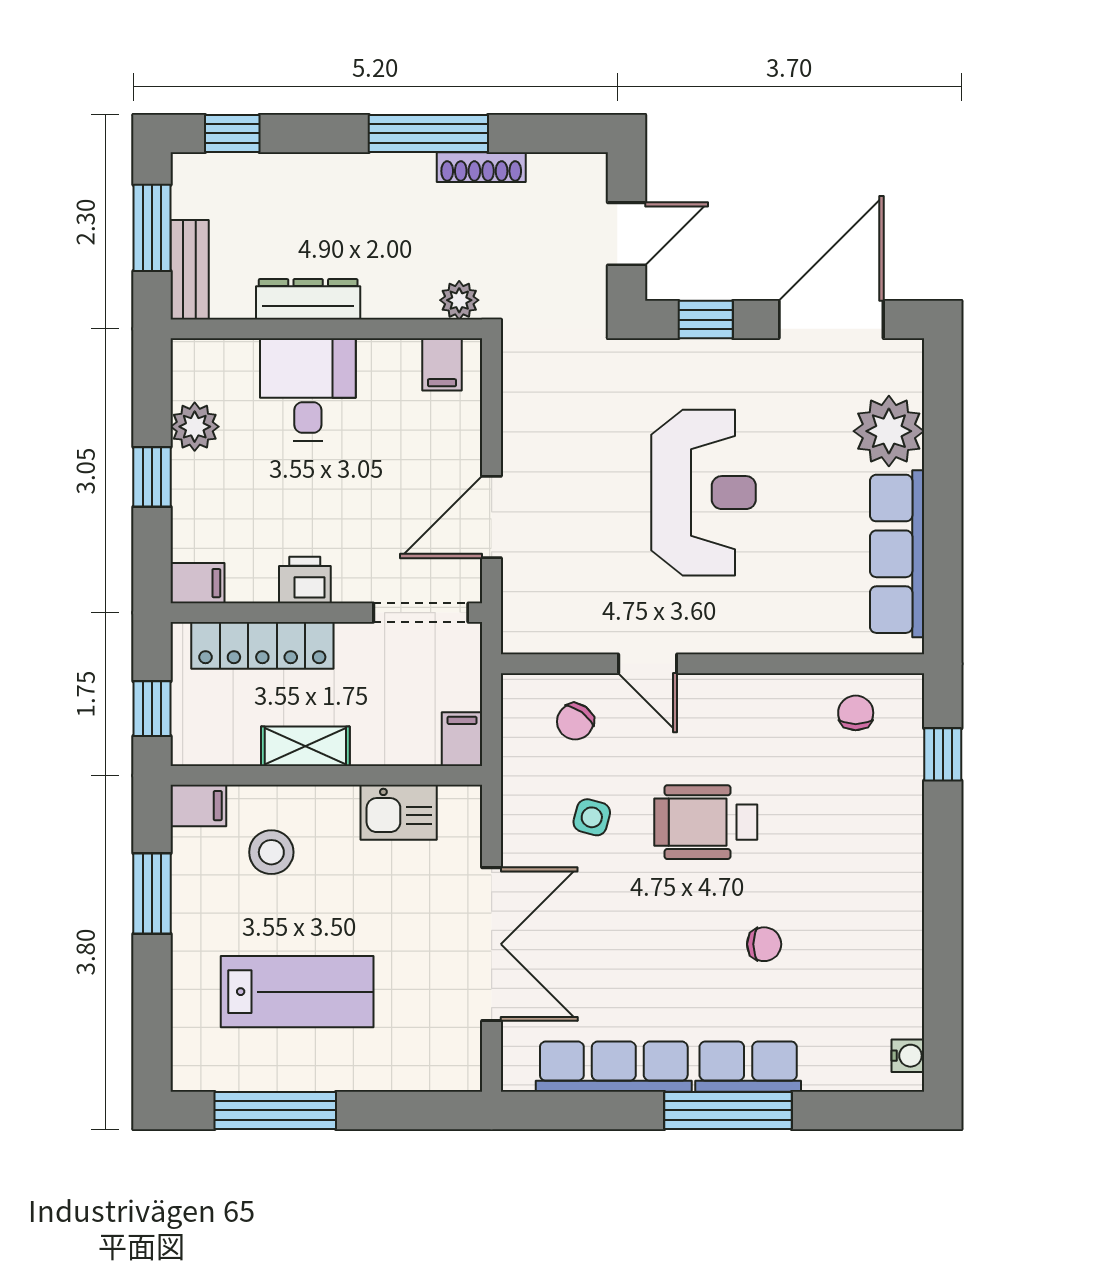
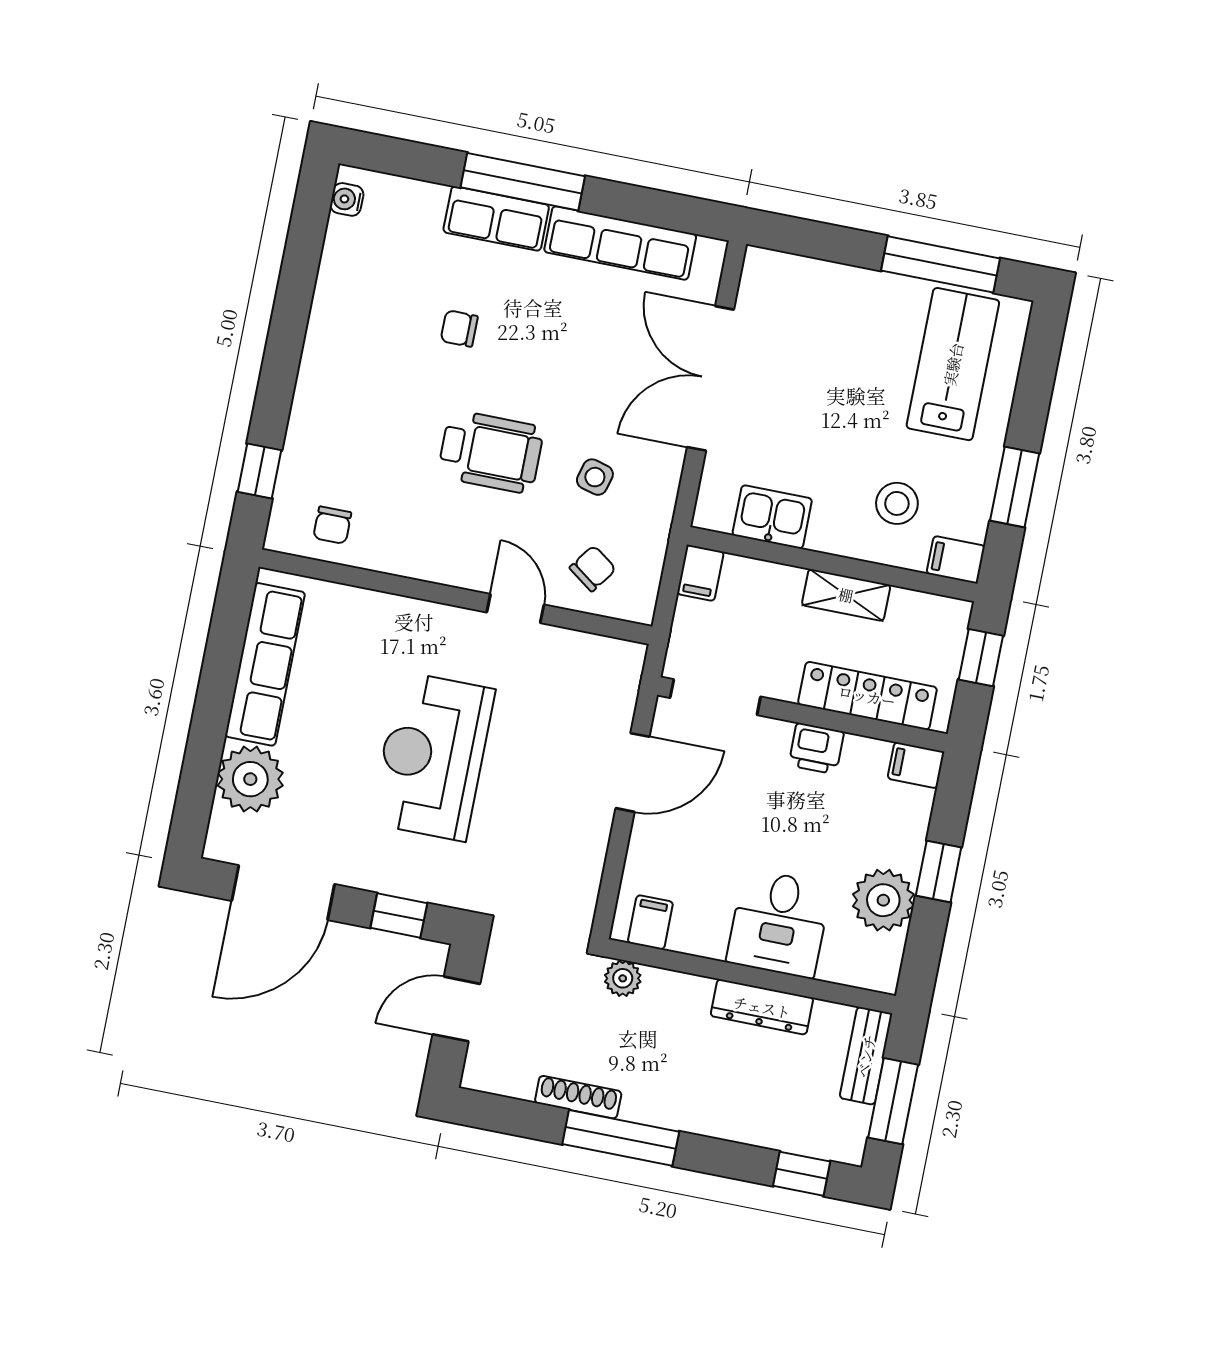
plant: (195, 427) -> (883, 900), width x1.36, depth x1.36
lab bench: (297, 992) -> (953, 364), moved, turned 90

